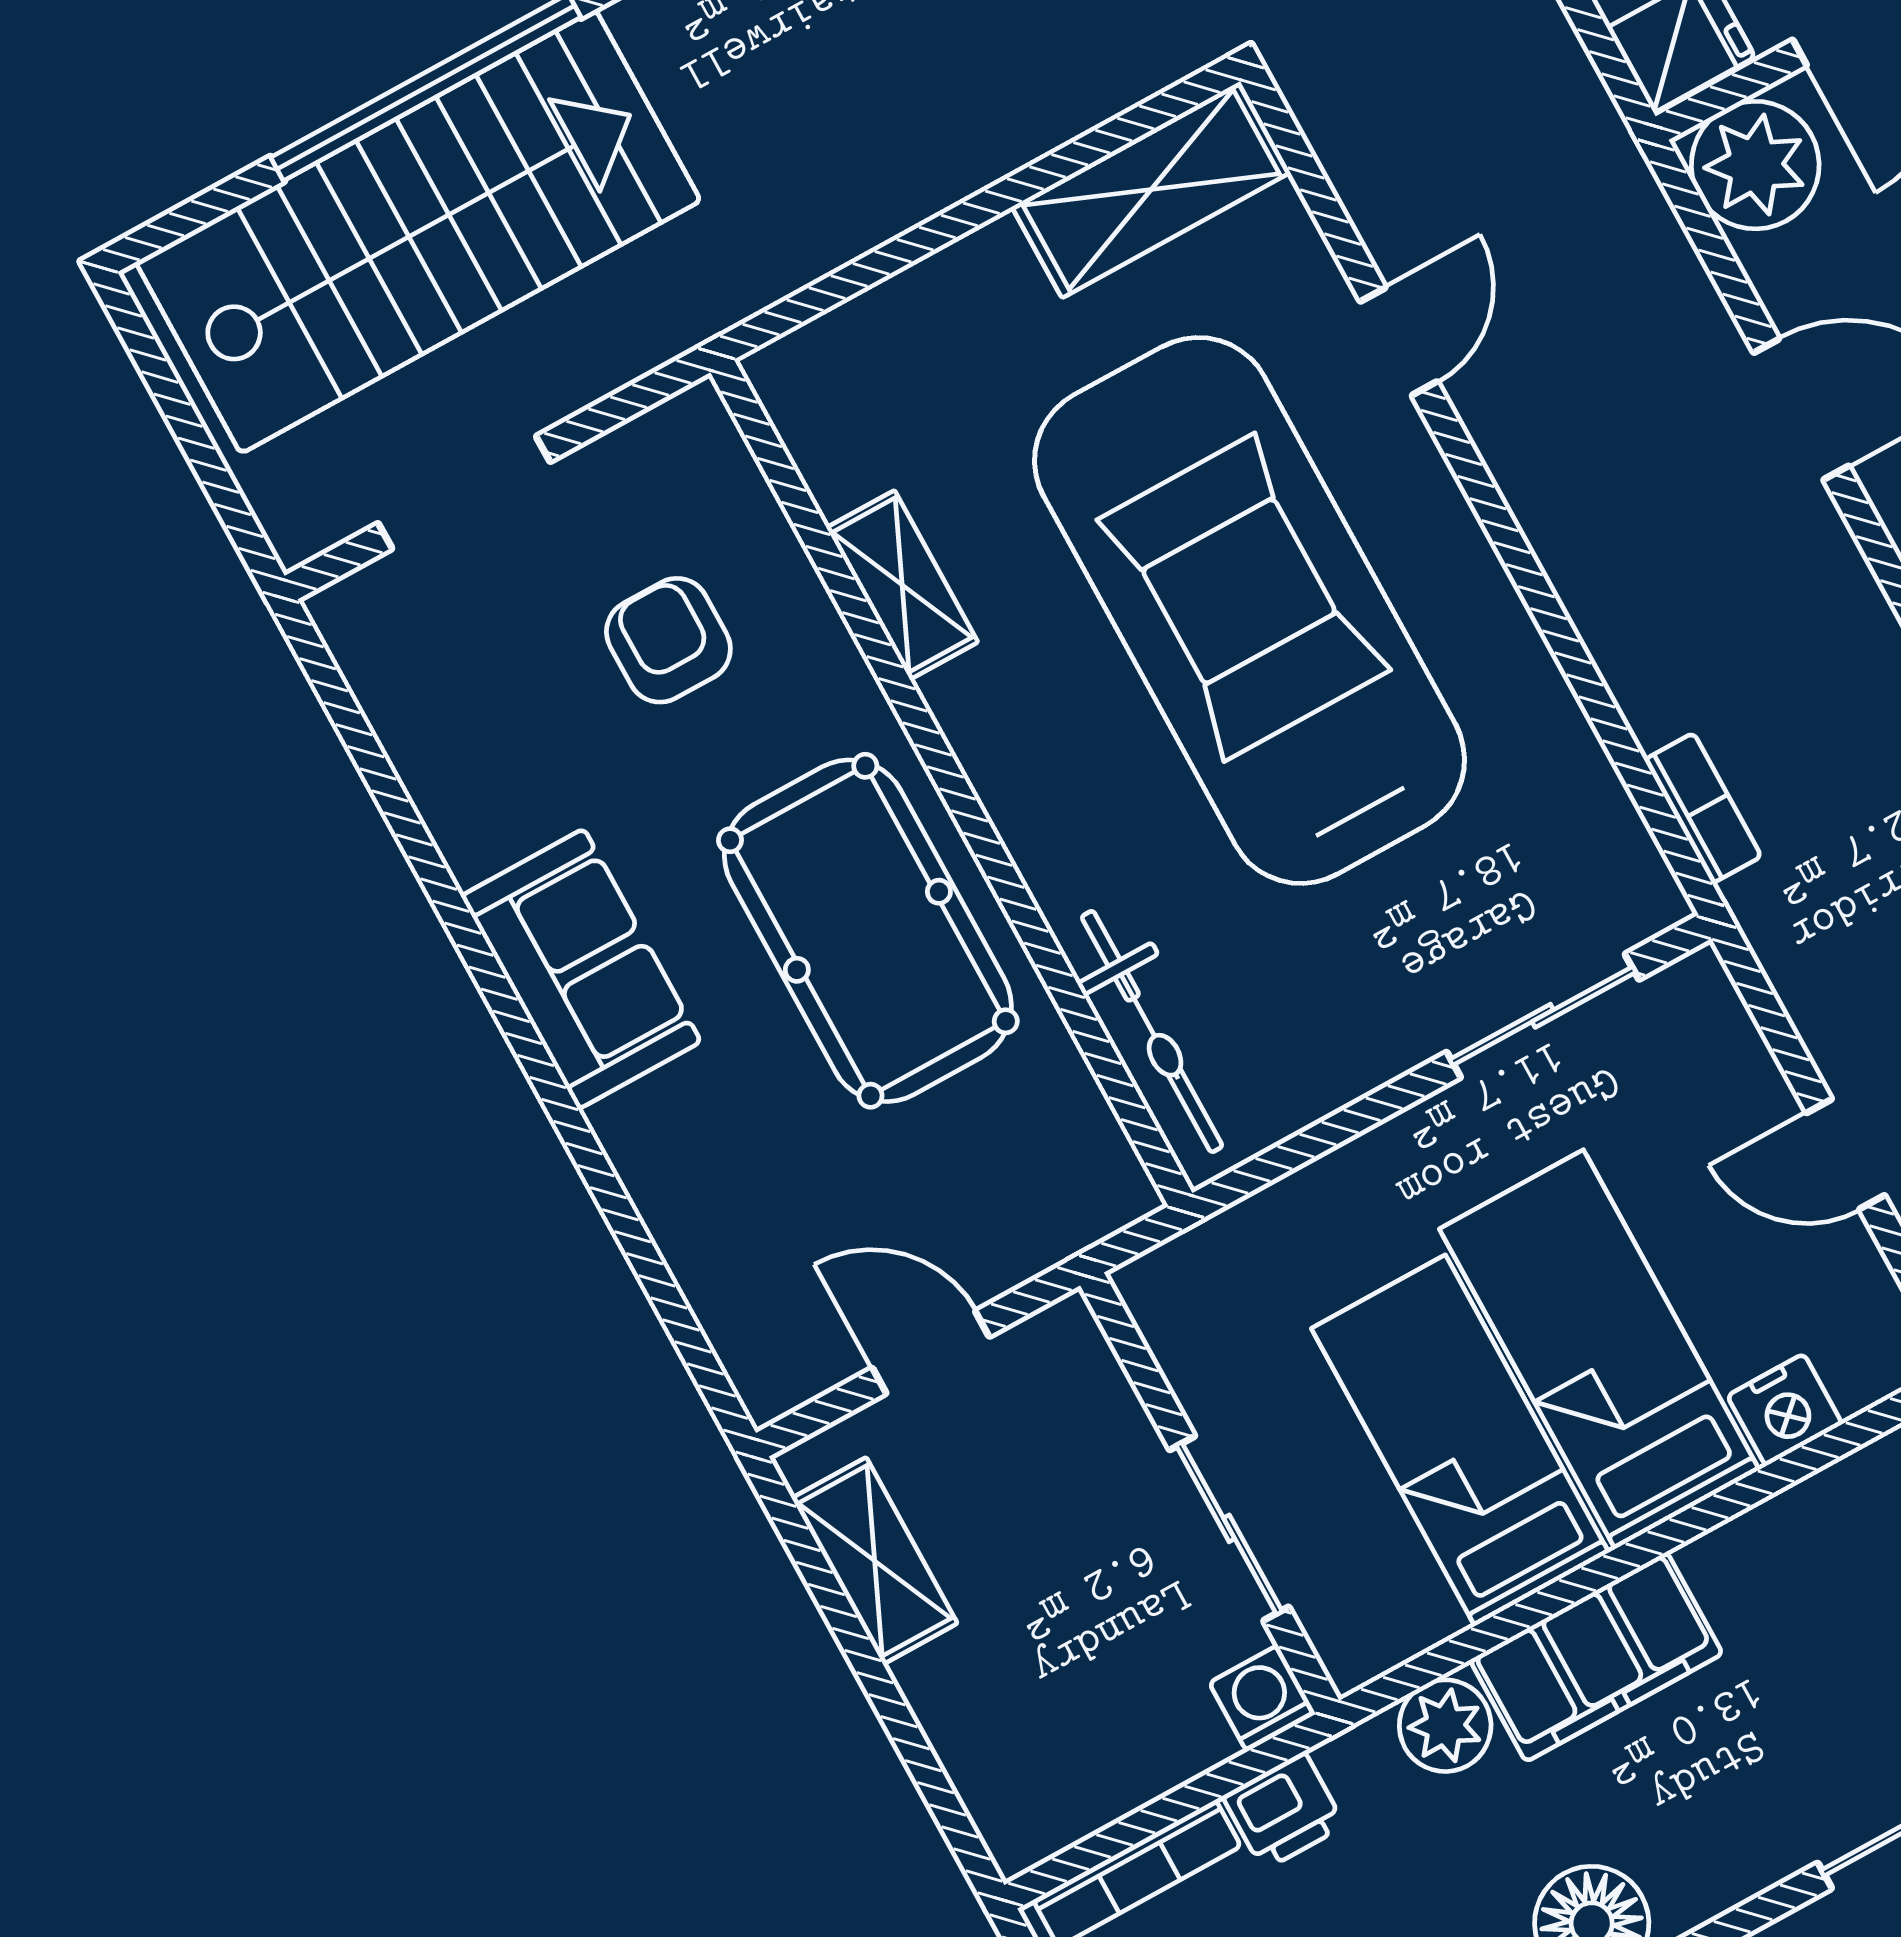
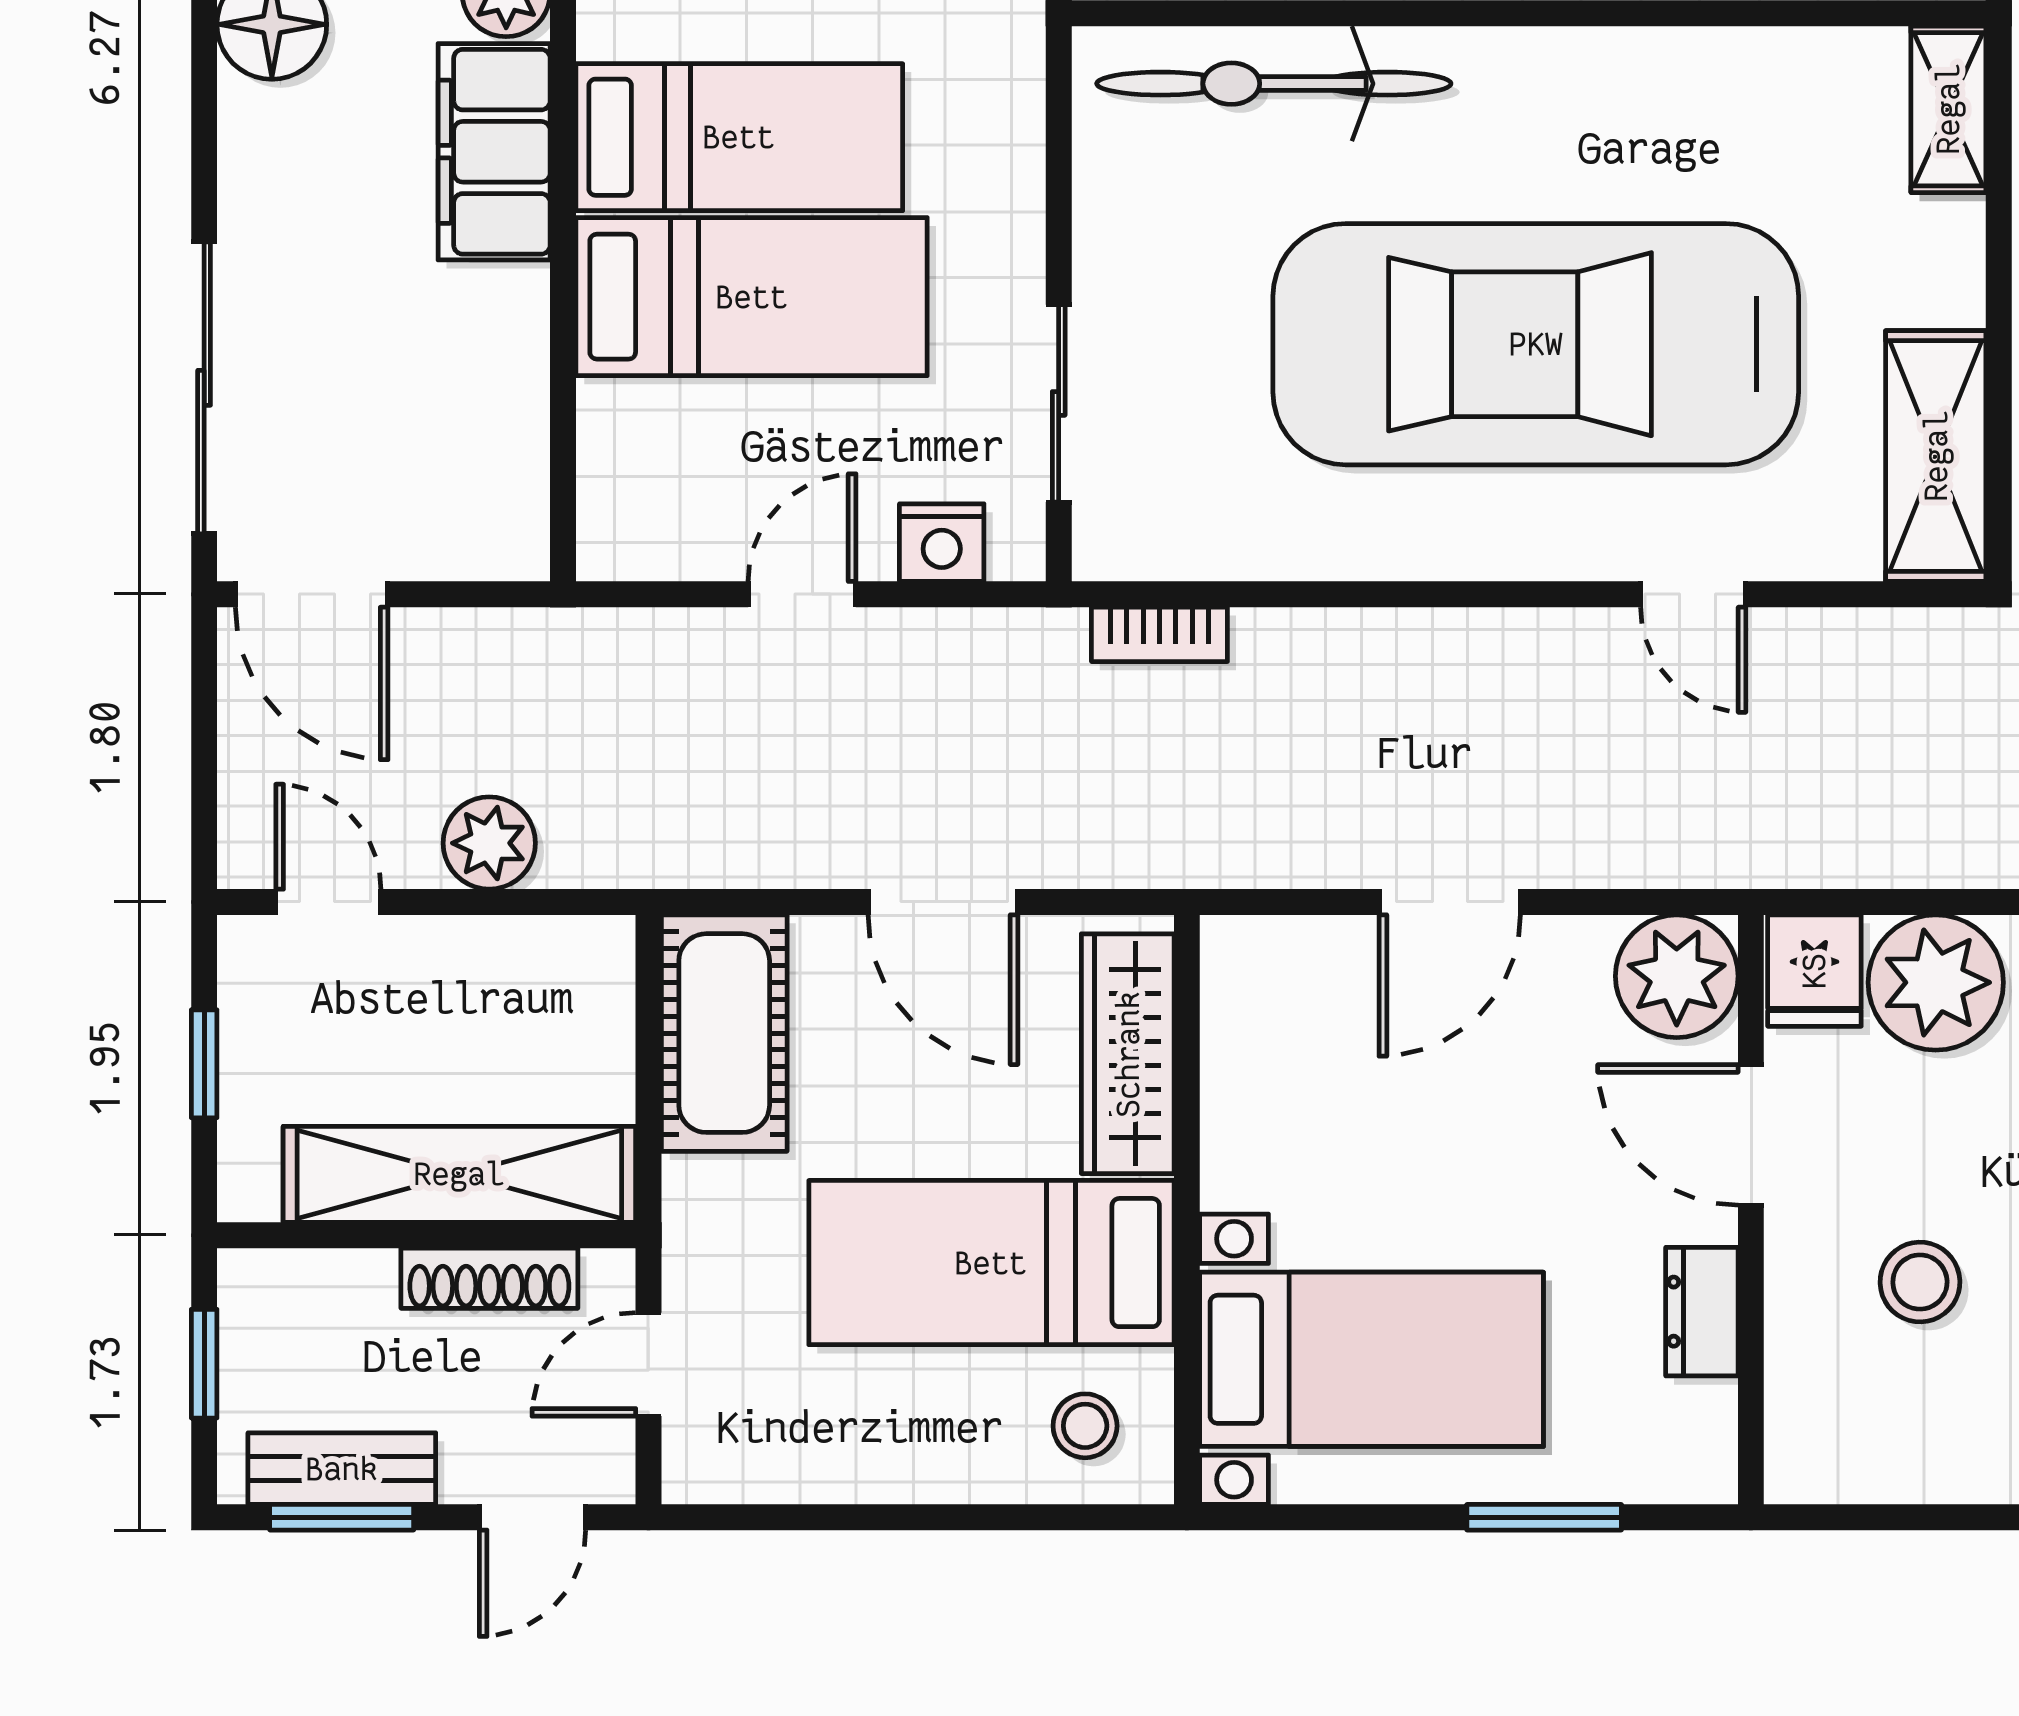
shelving: (902, 585) -> (1948, 109), moved, turned 90
car: (1250, 610) -> (1536, 344), turned 180
bicycle: (1152, 1032) -> (1274, 84), width x1.37, depth x1.40
nightstand: (1785, 1410) -> (942, 543), moved, turned -90

